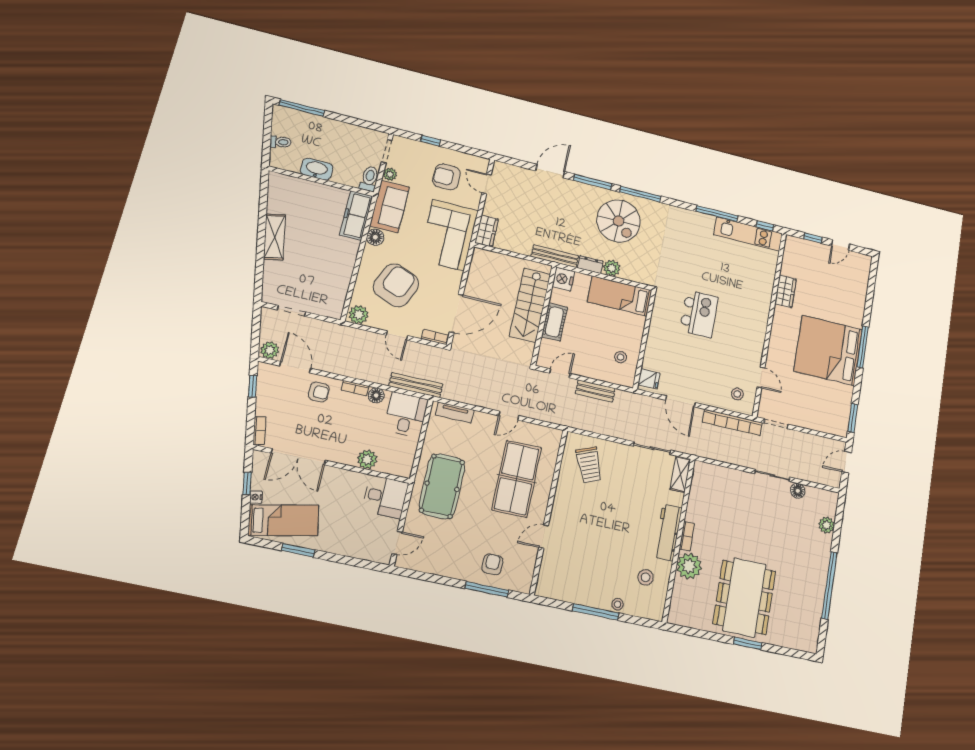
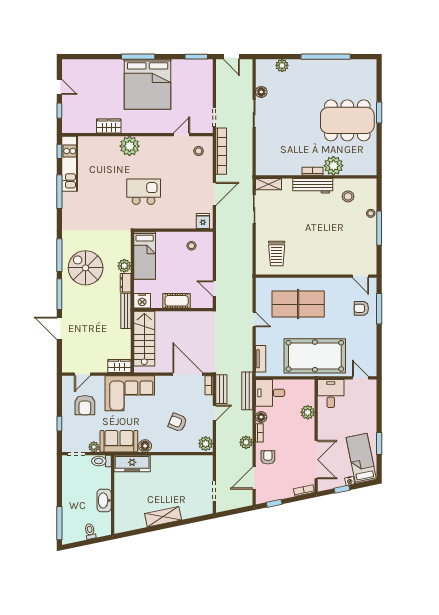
spiral stairs: (619, 221) -> (86, 268), turned -90
armchair: (396, 285) -> (178, 422), width x0.53, depth x0.53
stairs: (530, 305) -> (144, 339), moved, turned -90
plant: (757, 310) -> (130, 146), added
plant: (270, 350) -> (246, 442), moved
bench: (595, 391) -> (221, 389), moved
trolley: (589, 465) -> (277, 254), turned 112
pool table: (442, 486) -> (315, 356), width x1.36, depth x1.32
door: (544, 537) -> (360, 276), moved

